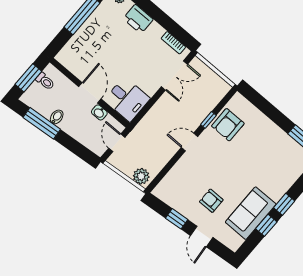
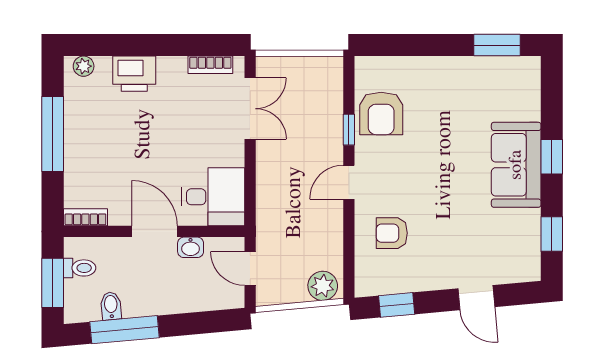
bookcase: (66, 62) -> (85, 217), added
bidet: (57, 117) -> (111, 306), moved
armchair: (211, 201) -> (392, 233), moved
sofa: (251, 213) -> (516, 165), moved
window: (177, 219) -> (397, 305), moved
window: (266, 225) -> (552, 234), moved

